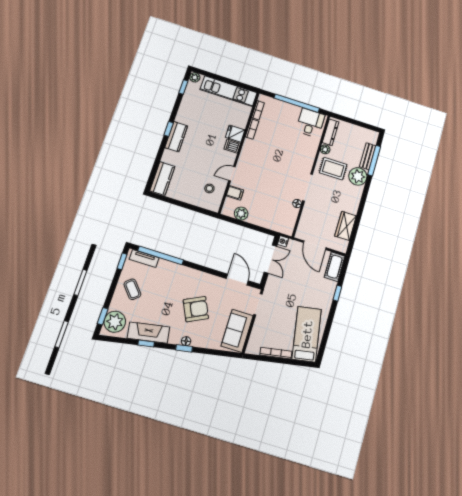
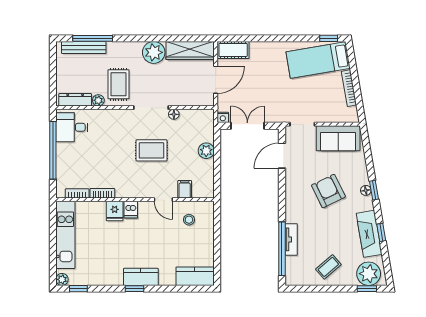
bench: (368, 156) -> (84, 48), width x1.36
plant: (358, 176) -> (154, 52), moved
rug: (274, 177) -> (152, 150), added
plant: (241, 214) -> (206, 151), moved
wardrobe: (346, 226) -> (190, 51), width x1.50
tv unit: (144, 259) -> (291, 239), moved
window: (122, 261) -> (302, 289), removed
window: (337, 293) -> (329, 38), moved

